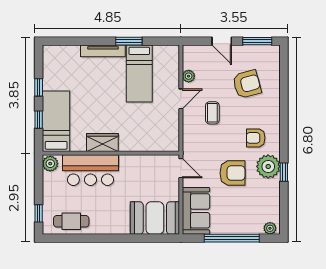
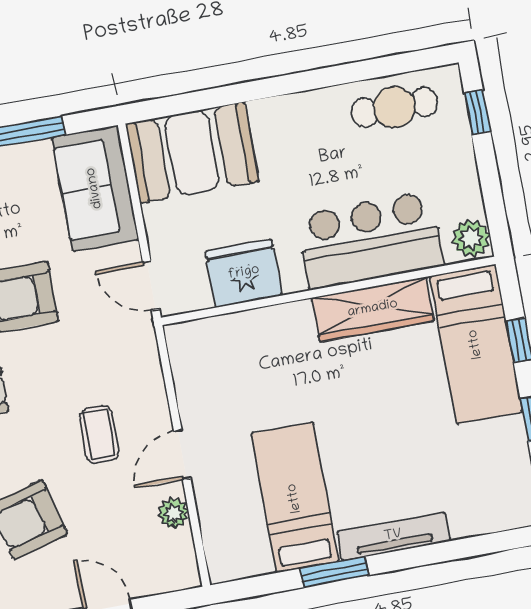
wardrobe: (102, 143) -> (373, 309), width x1.50
fridge: (143, 166) -> (244, 273), added

